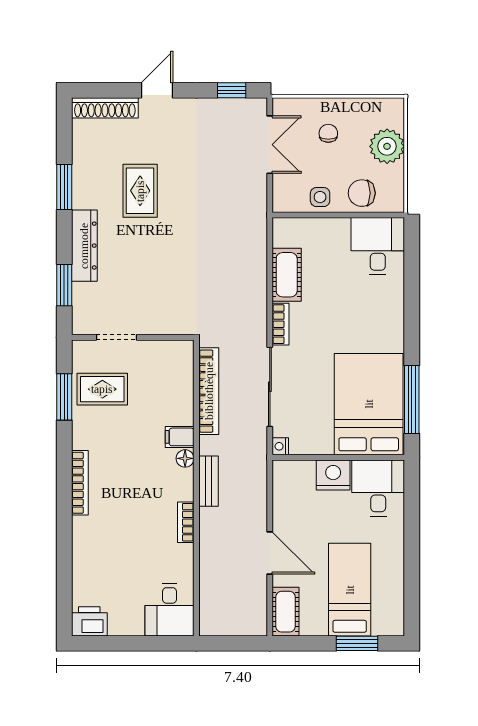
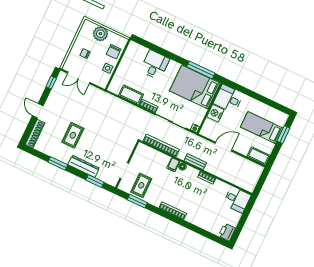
double door: (270, 145) -> (79, 78), swing flipped
rug: (140, 191) -> (73, 135), turned 90
desk: (378, 246) -> (155, 65), moved, turned 90
door: (270, 553) -> (223, 147), moved

